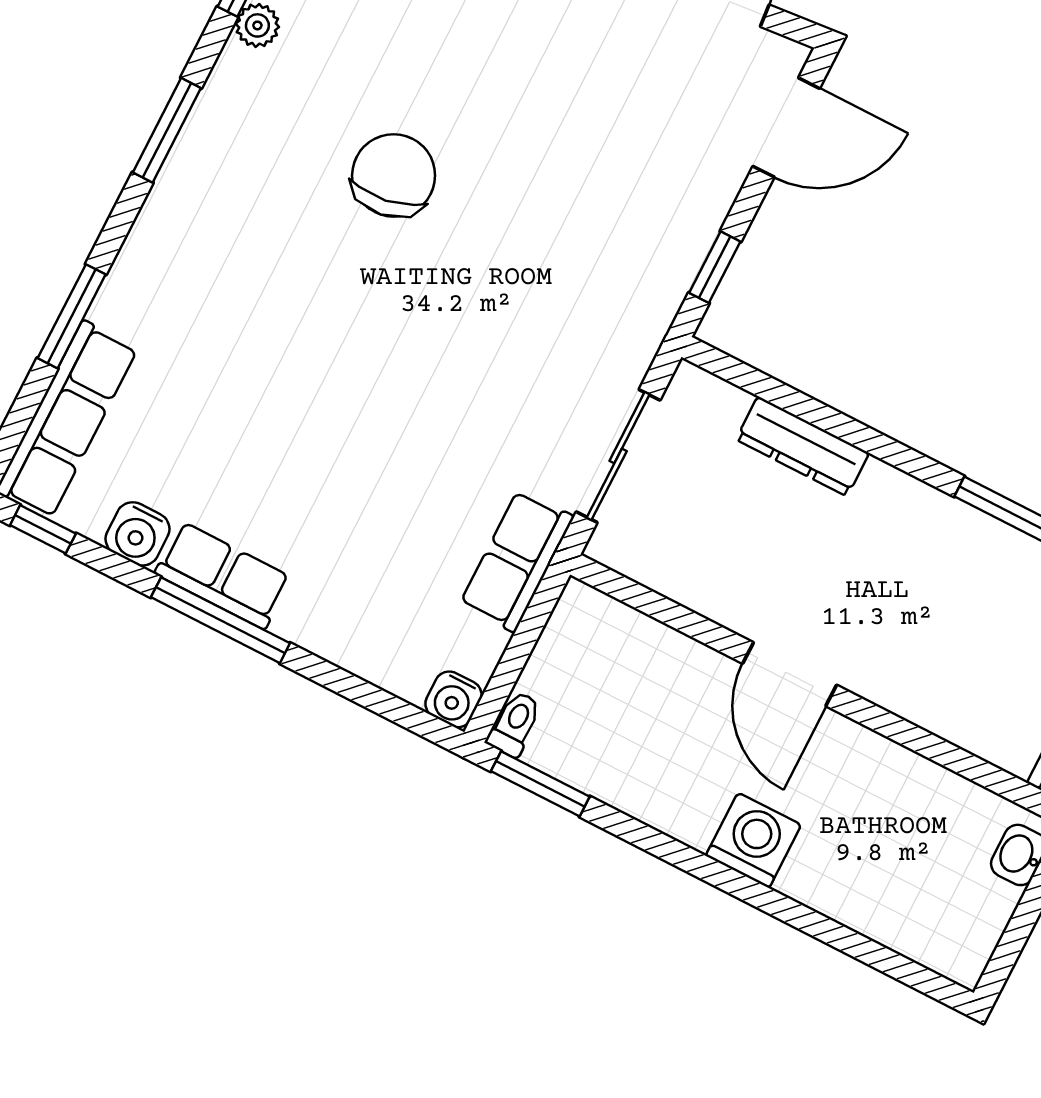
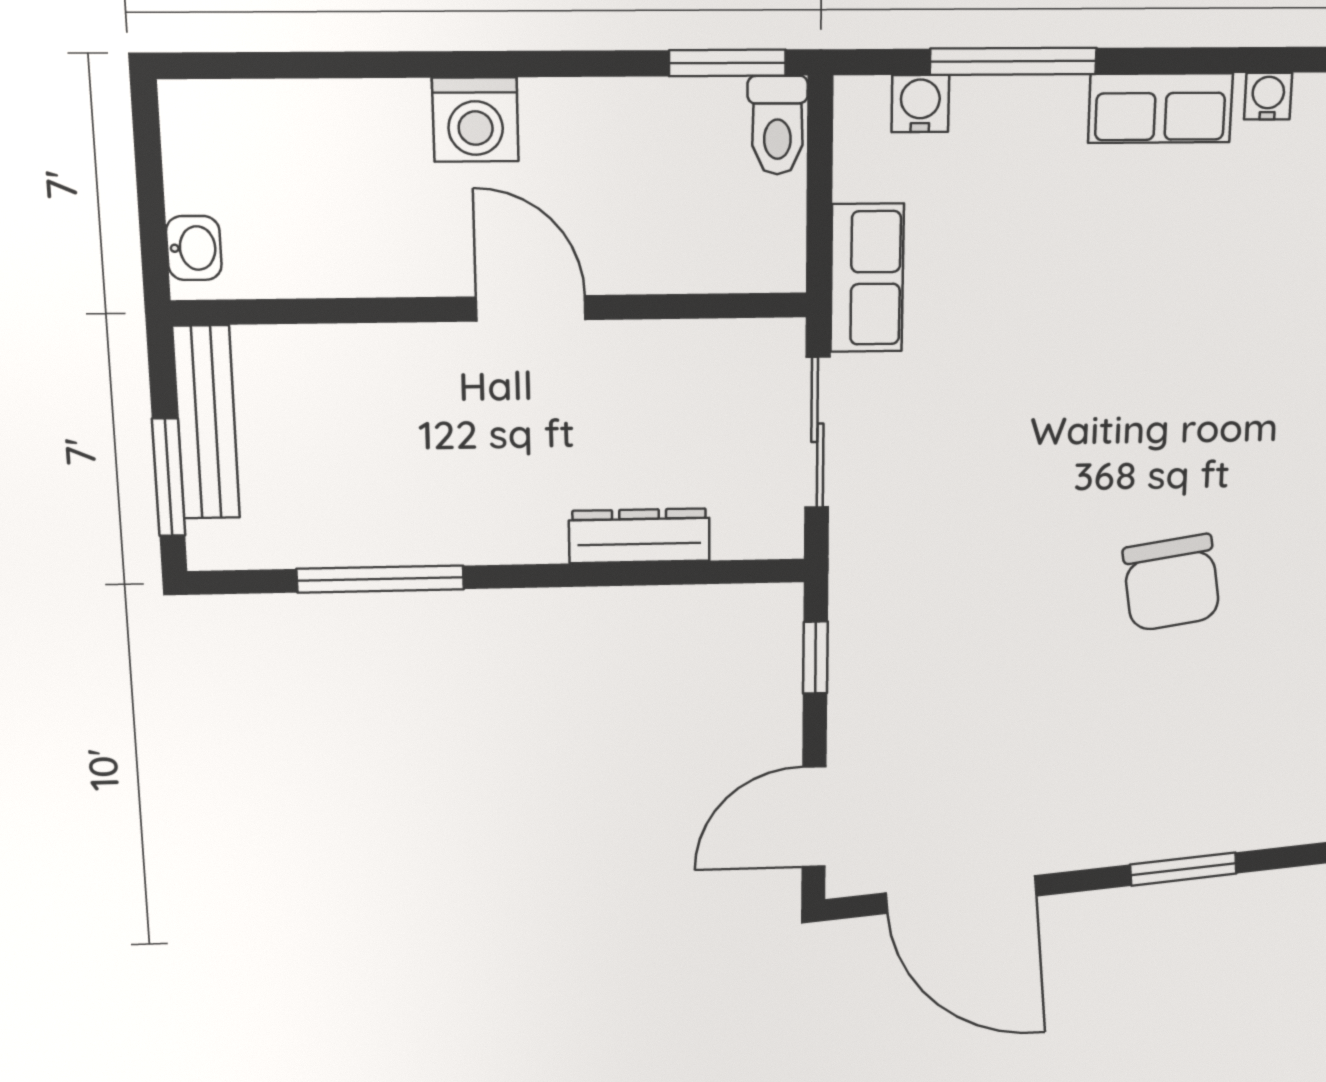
water cooler: (138, 534) -> (1268, 96), width x0.72, depth x0.72
window: (220, 620) -> (1013, 61), moved
water cooler: (453, 699) -> (920, 104), moved
toilet: (515, 724) -> (777, 125), width x1.37, depth x1.39

